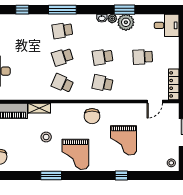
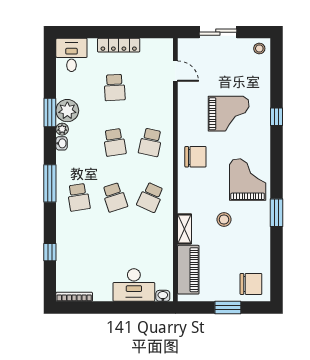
window: (62, 10) -> (50, 183), moved
locker: (174, 84) -> (119, 45), moved
grand piano: (75, 154) -> (248, 180), turned -90

